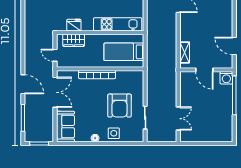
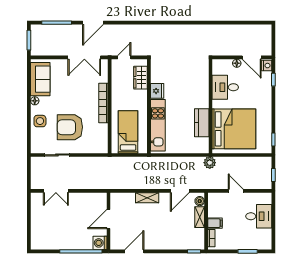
fridge: (74, 25) -> (157, 91), moved
shelving: (185, 52) -> (147, 198), moved
sofa: (65, 127) -> (40, 79), moved, turned -90

